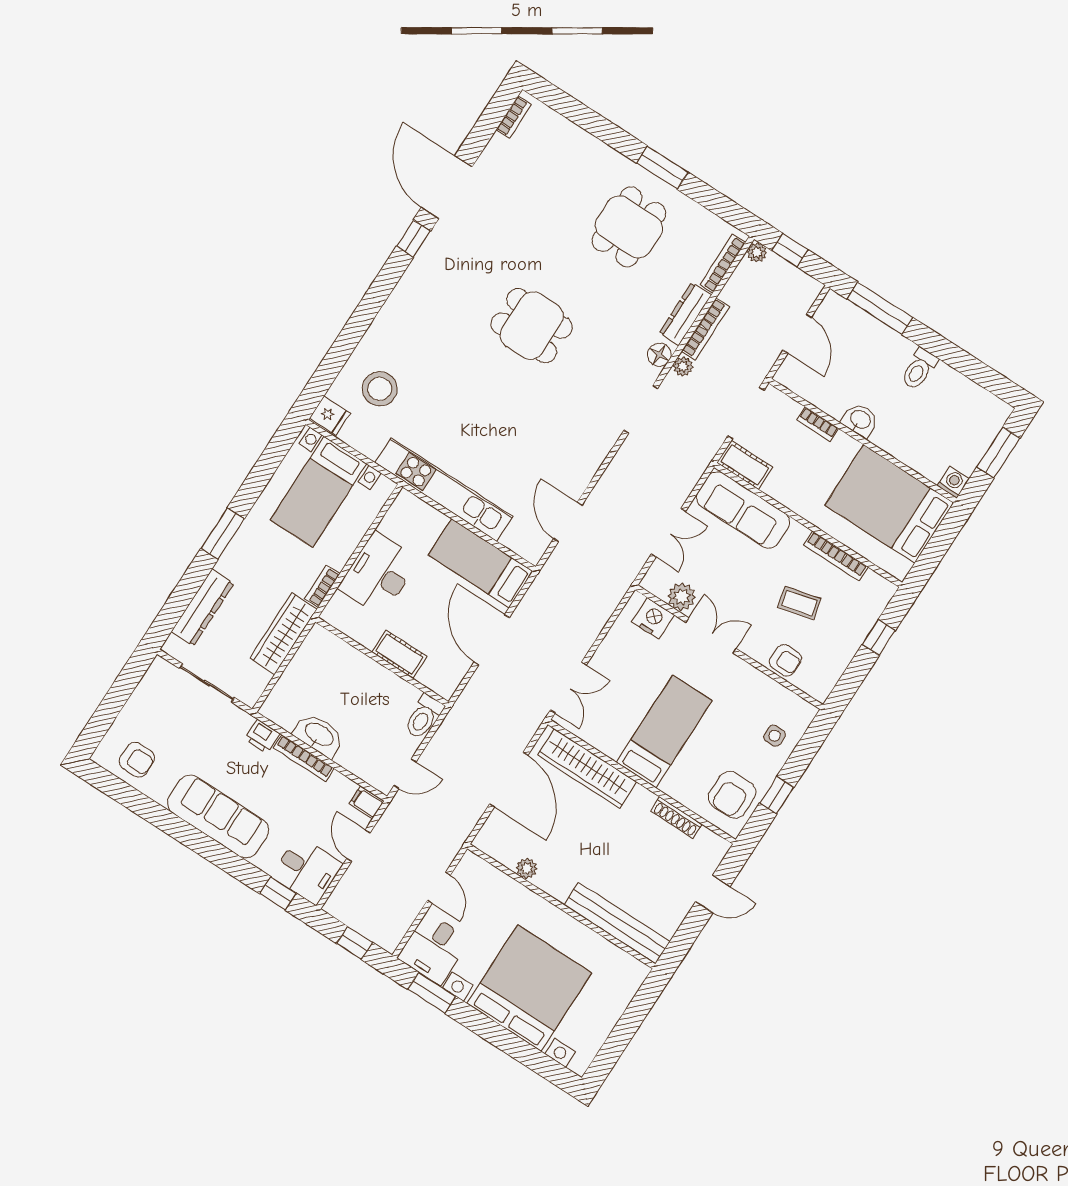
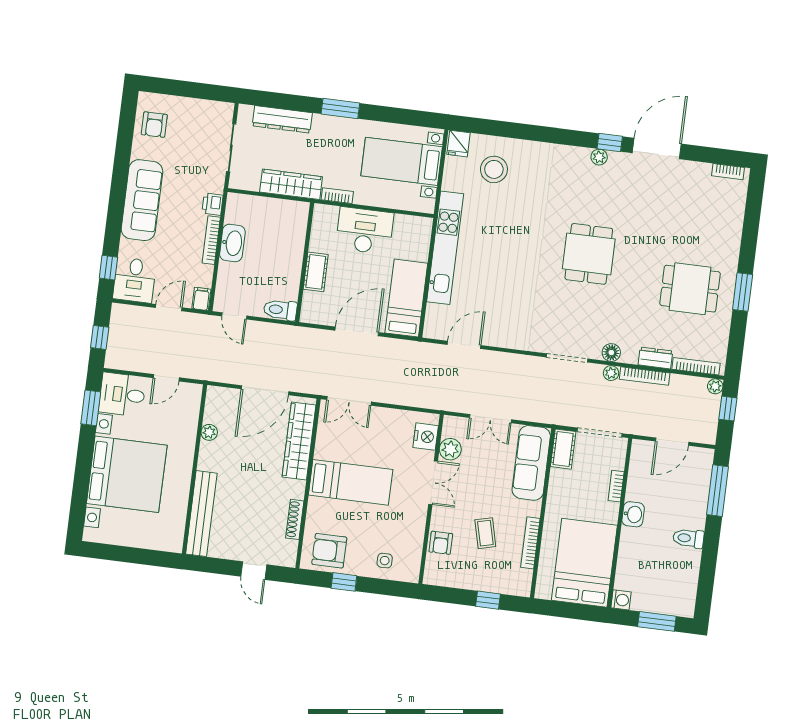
plant: (424, 259) -> (599, 157), added
dresser: (685, 314) -> (655, 358), width x0.70

